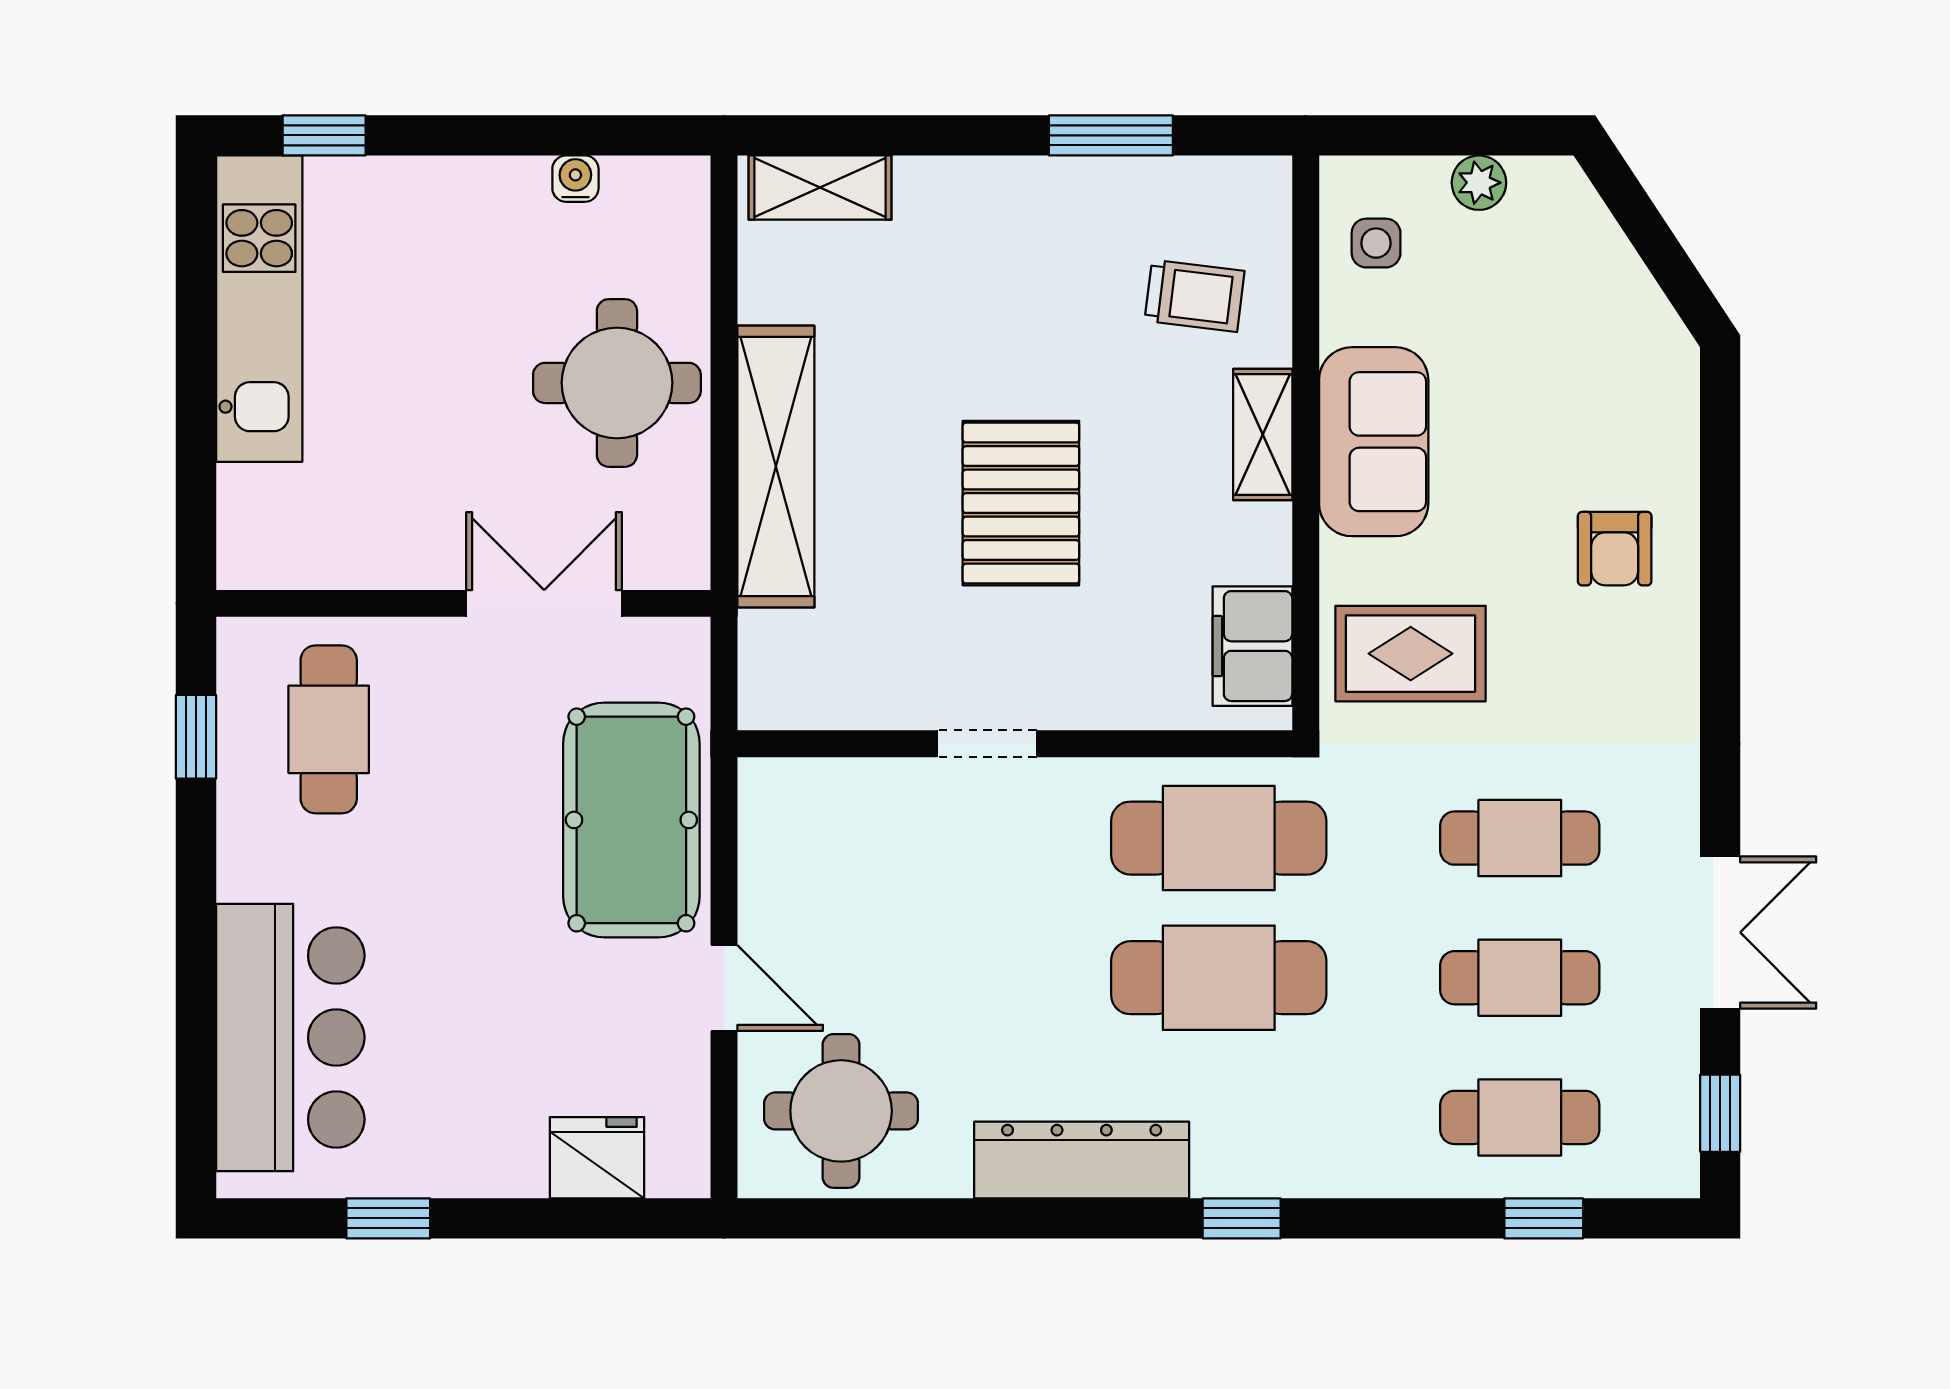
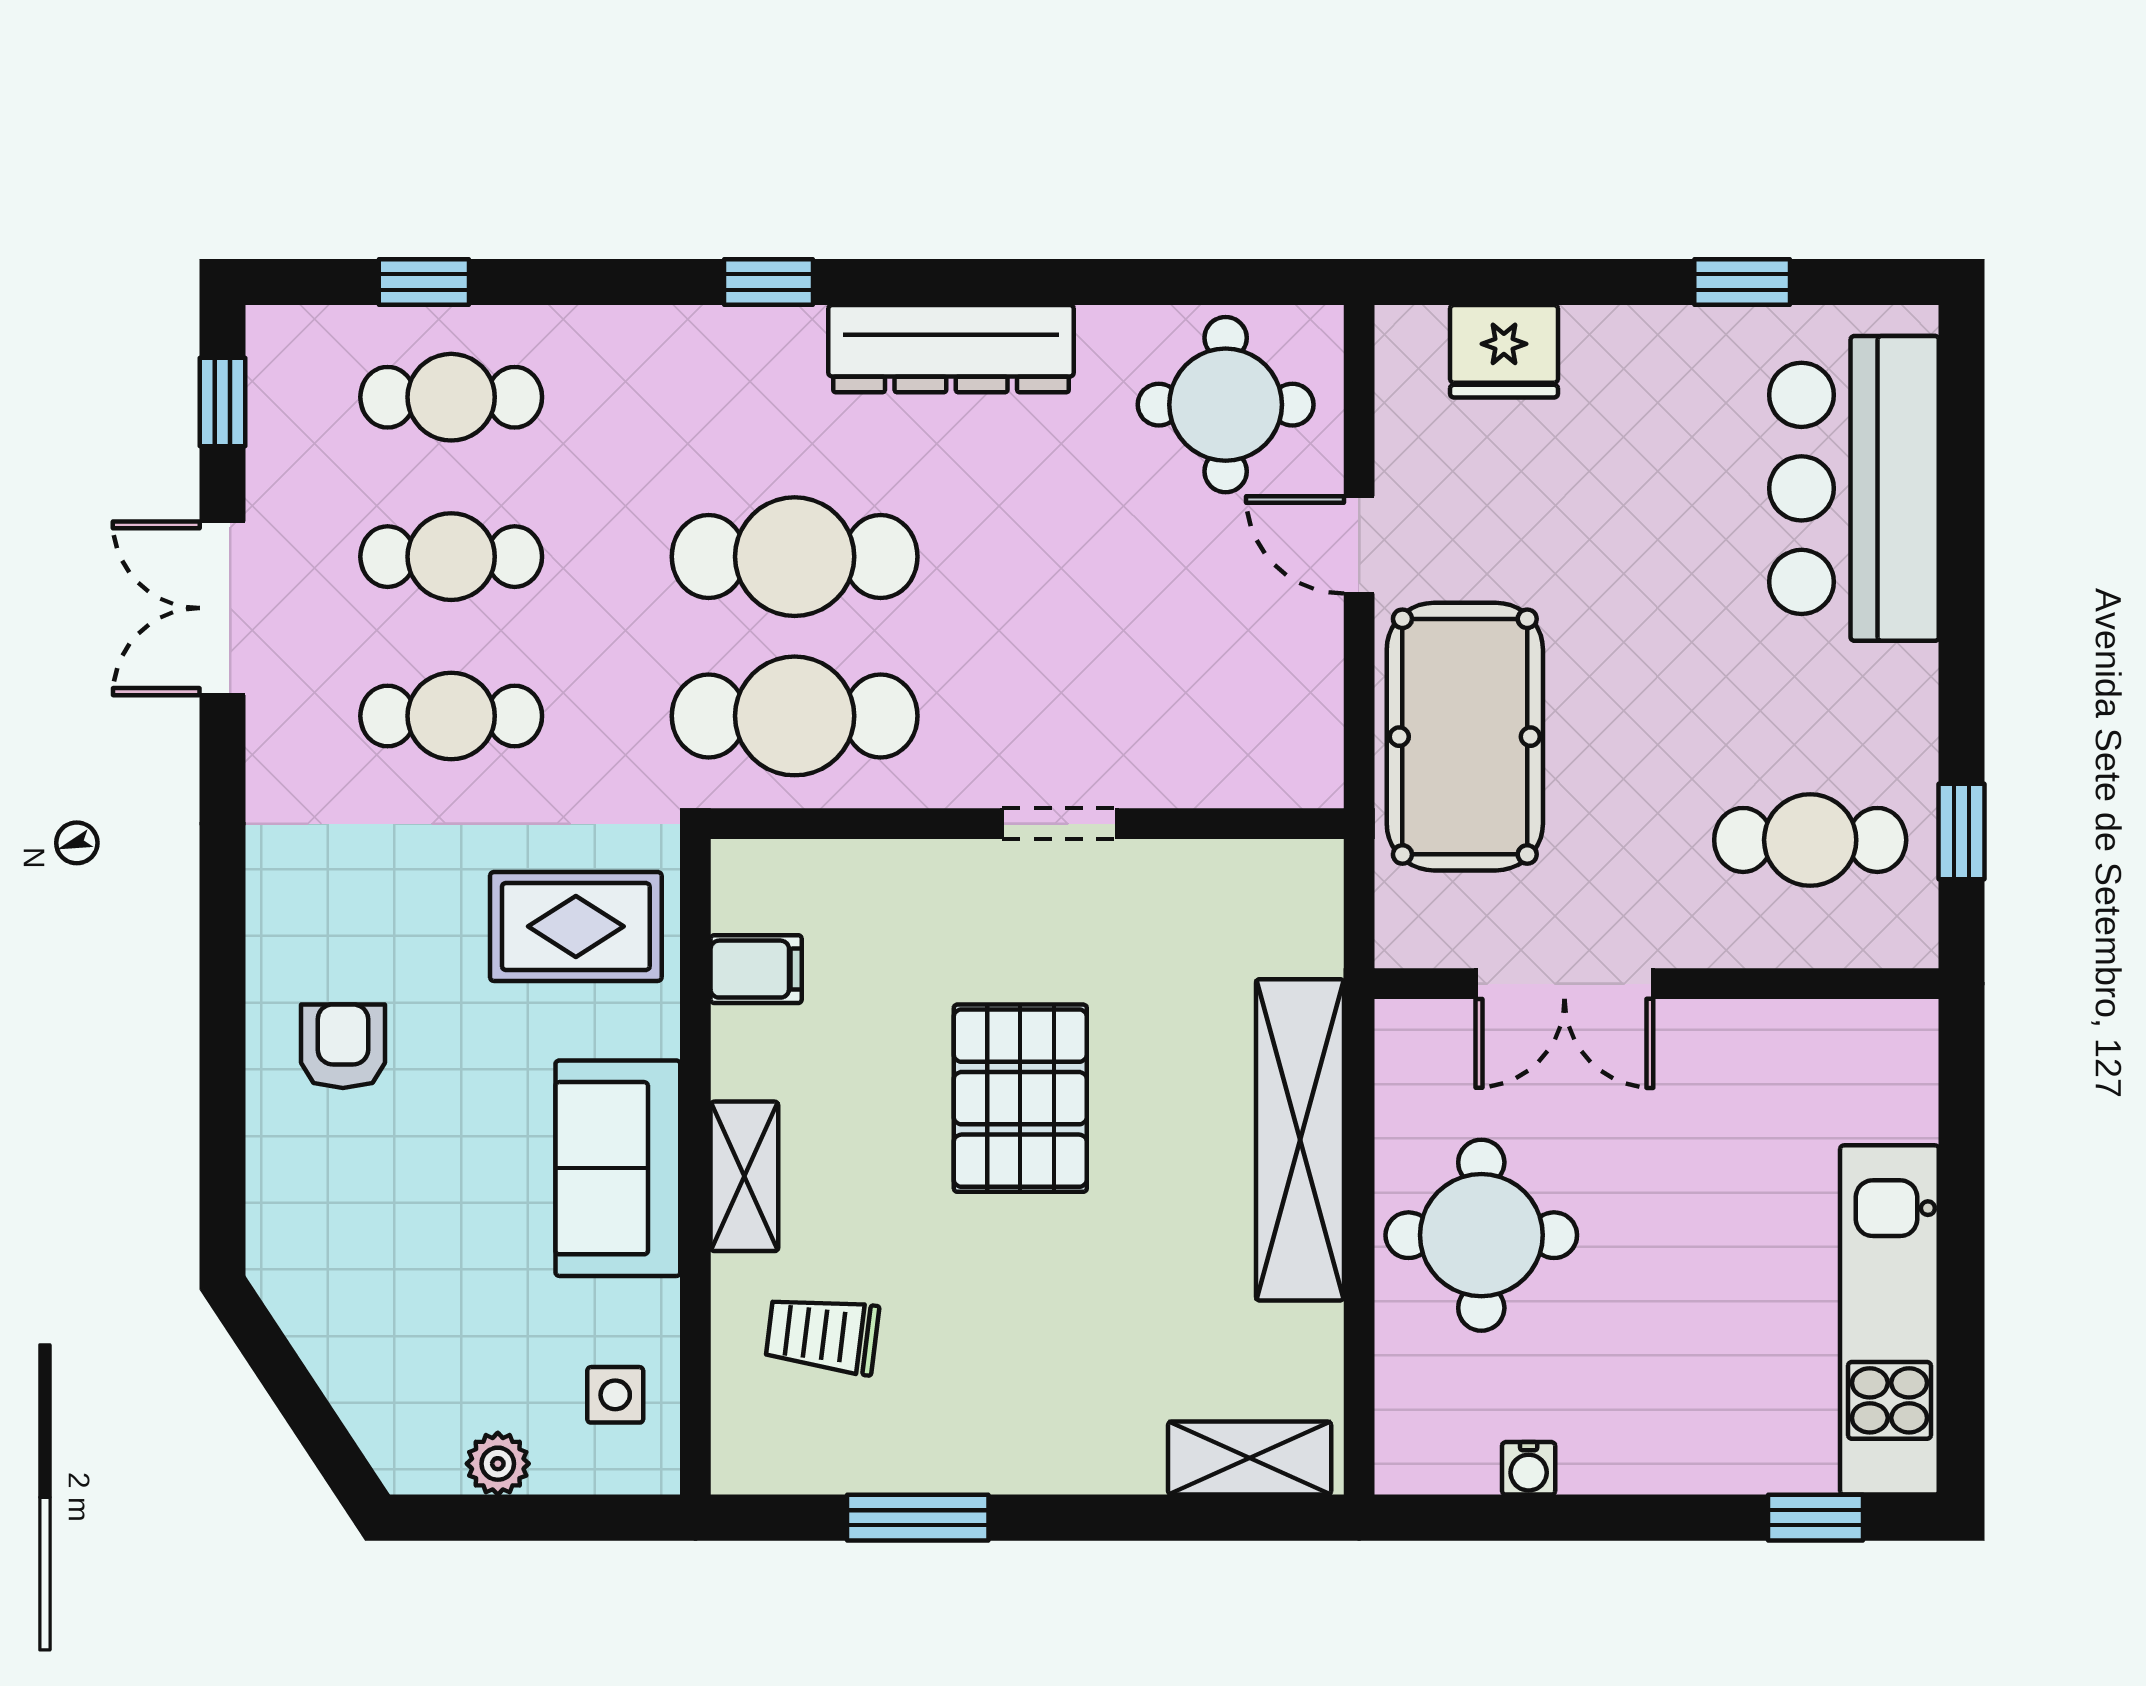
filing cabinet: (1252, 646) -> (756, 969), width x0.50
cafe table: (329, 729) -> (1810, 840), turned 90

